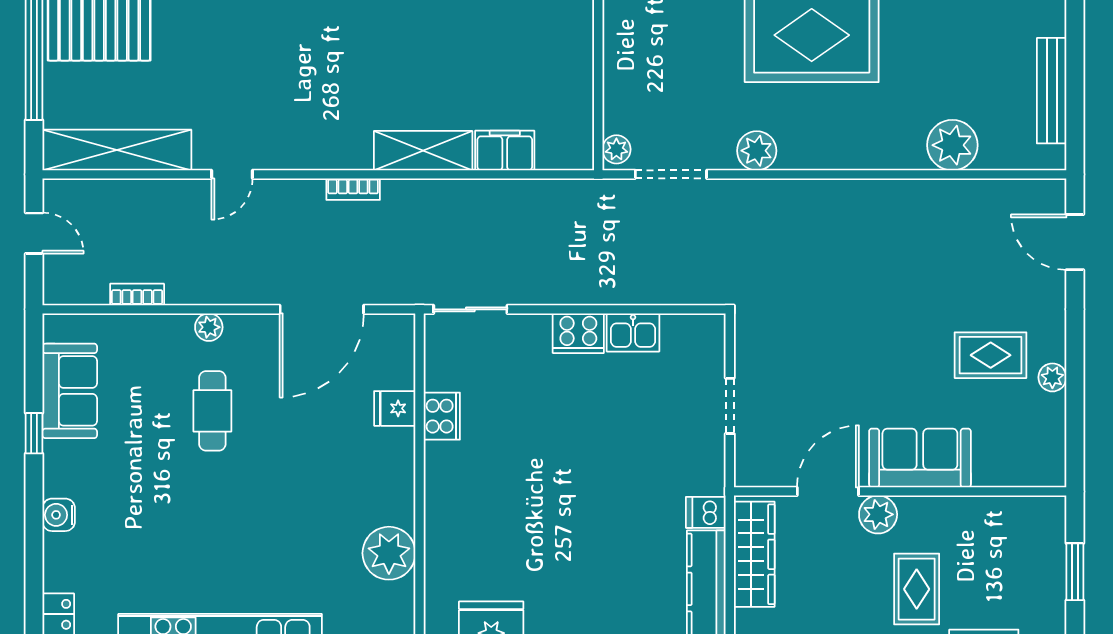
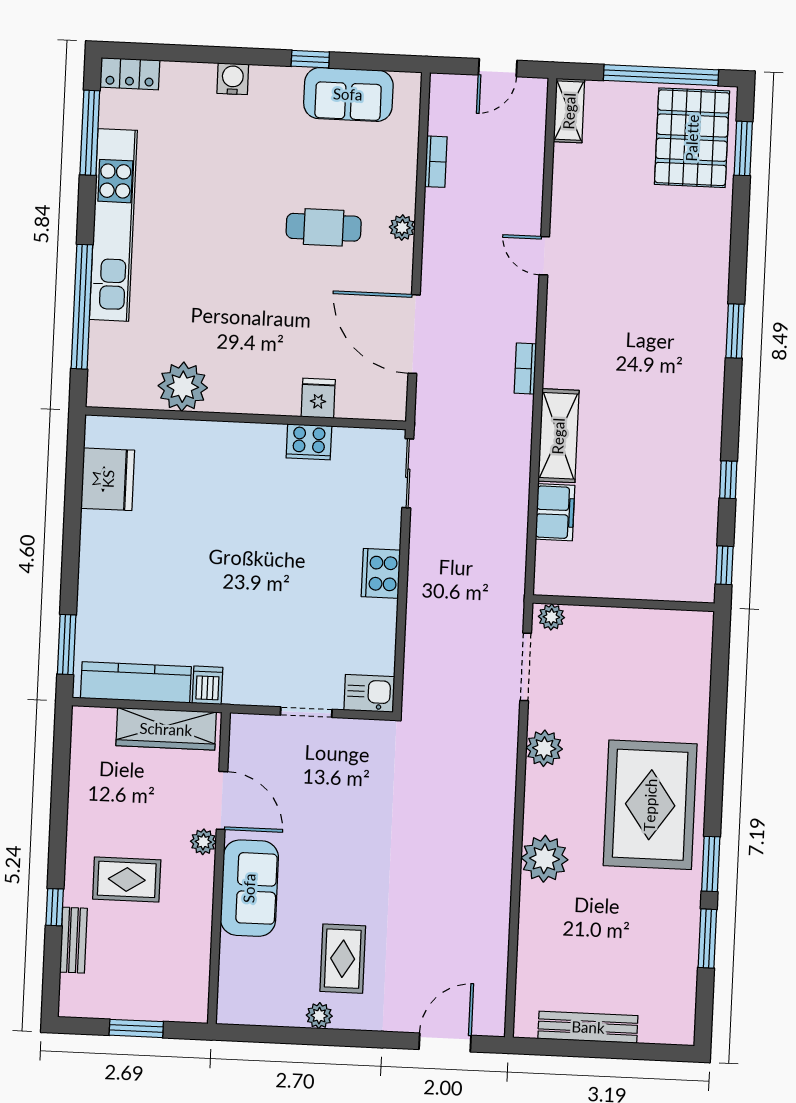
plant: (952, 145) -> (544, 859), moved
shelving: (117, 150) -> (569, 111), width x0.45, depth x0.75
kitchen sink: (633, 332) -> (369, 693), moved, turned 90
plant: (878, 514) -> (203, 842), width x0.73, depth x0.73

